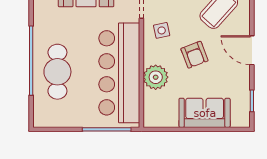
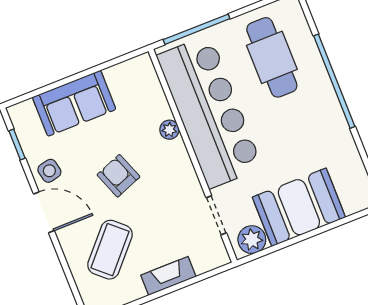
side table: (162, 30) -> (49, 171), moved
cafe table: (57, 72) -> (272, 57), moved
plant: (156, 77) -> (169, 130), width x0.53, depth x0.53

